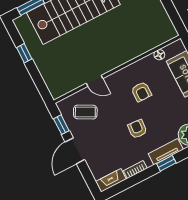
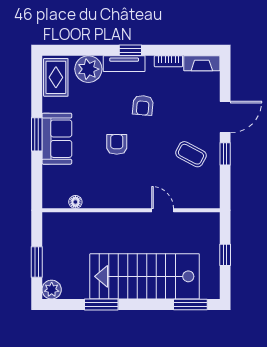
floor lamp: (159, 55) -> (75, 202), moved
wall: (117, 69) -> (131, 210), moved
door: (95, 81) -> (163, 210), moved

